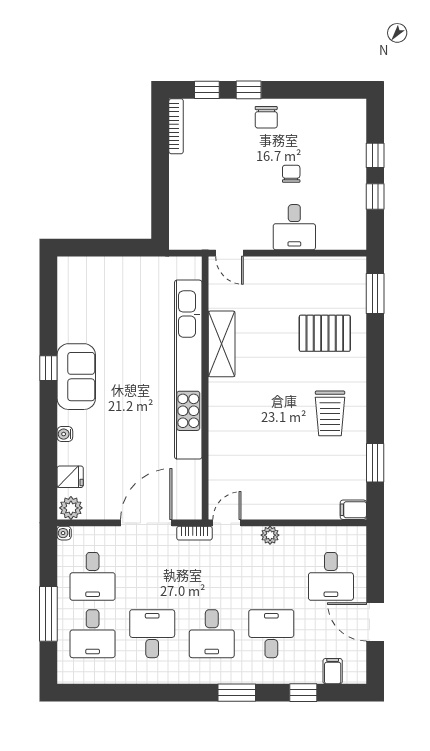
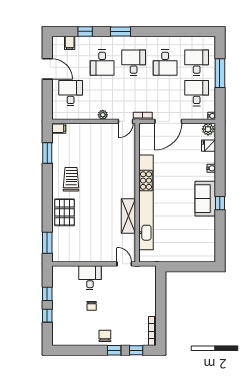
pallet: (325, 333) -> (64, 212), moved, turned 90

